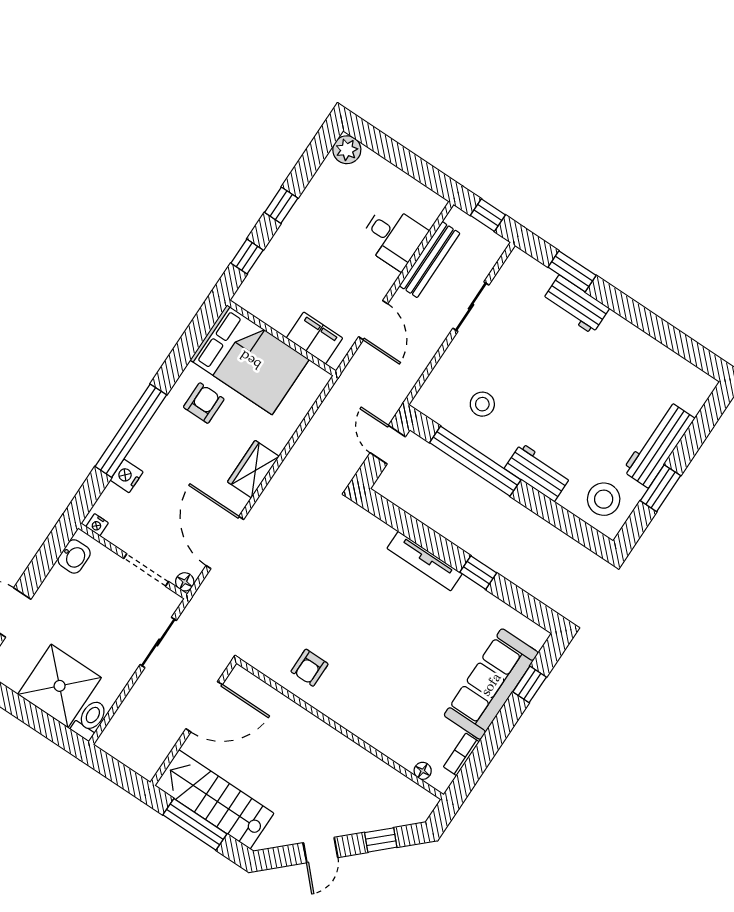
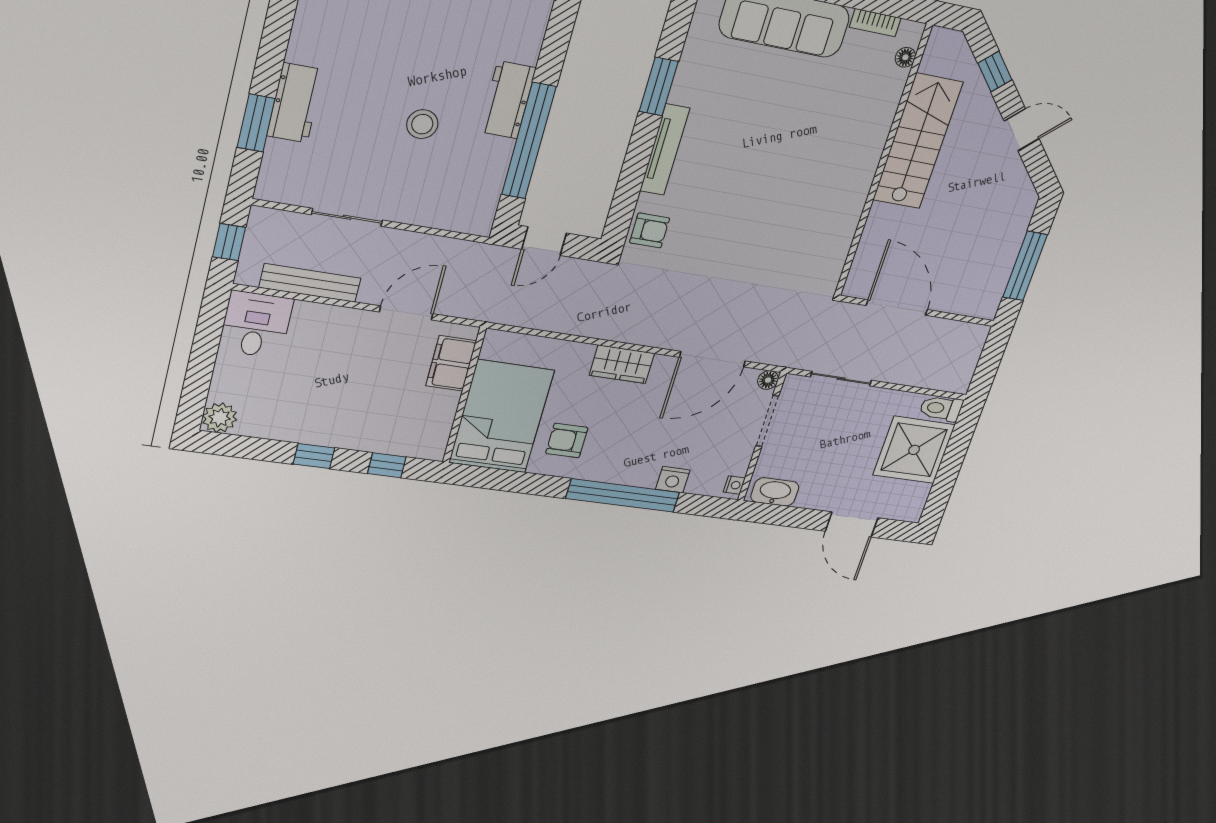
desk: (393, 237) -> (256, 325), moved
stool: (482, 404) -> (422, 124), moved
workbench: (538, 472) -> (507, 100), moved
washbasin: (74, 556) -> (775, 492), width x1.38
window: (478, 573) -> (659, 86), width x1.50
armchair: (309, 668) -> (650, 230), moved
stairs: (214, 799) -> (918, 141), moved, turned 180

